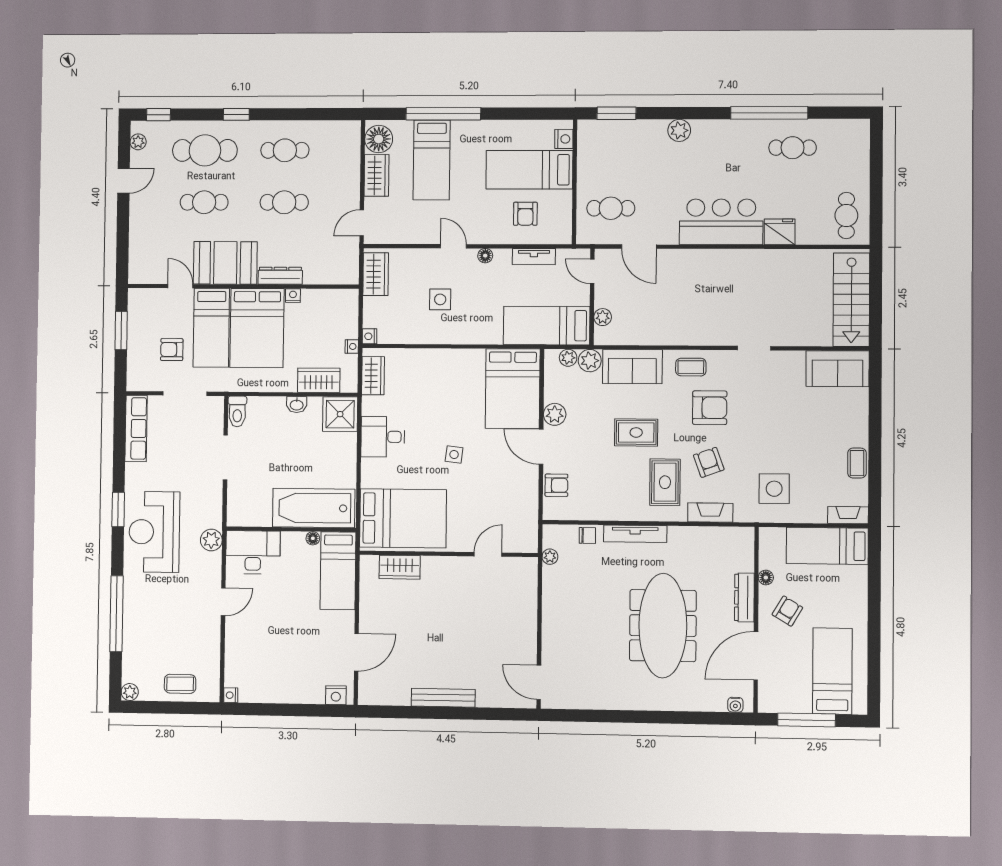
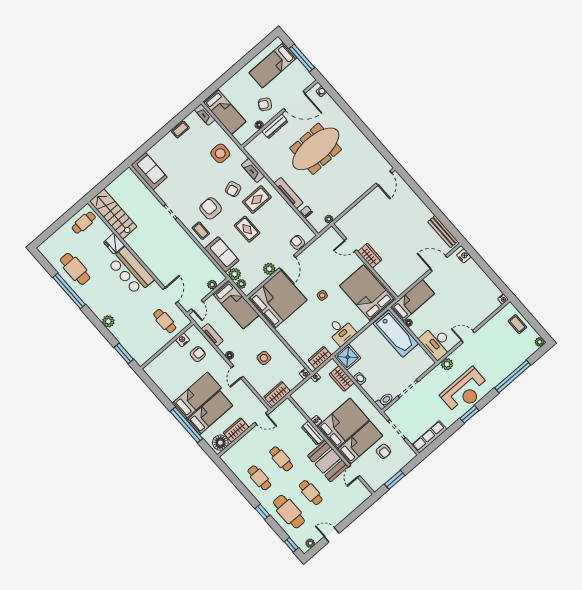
nightstand: (564, 139) -> (183, 340), moved
cafe table: (793, 148) -> (75, 269), width x1.37, depth x1.35
bed: (529, 170) -> (197, 396), moved, turned -90
stairs: (851, 300) -> (113, 214), moved, turned -90
bed: (513, 389) -> (278, 299), width x1.36
wardrobe: (400, 567) -> (370, 256), moved
bench: (443, 698) -> (443, 232), moved

